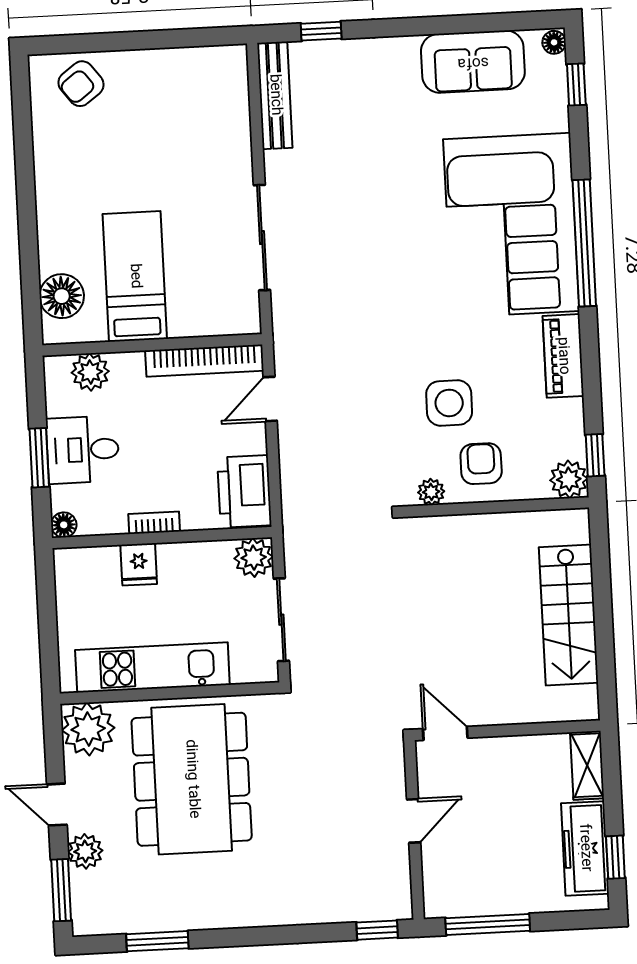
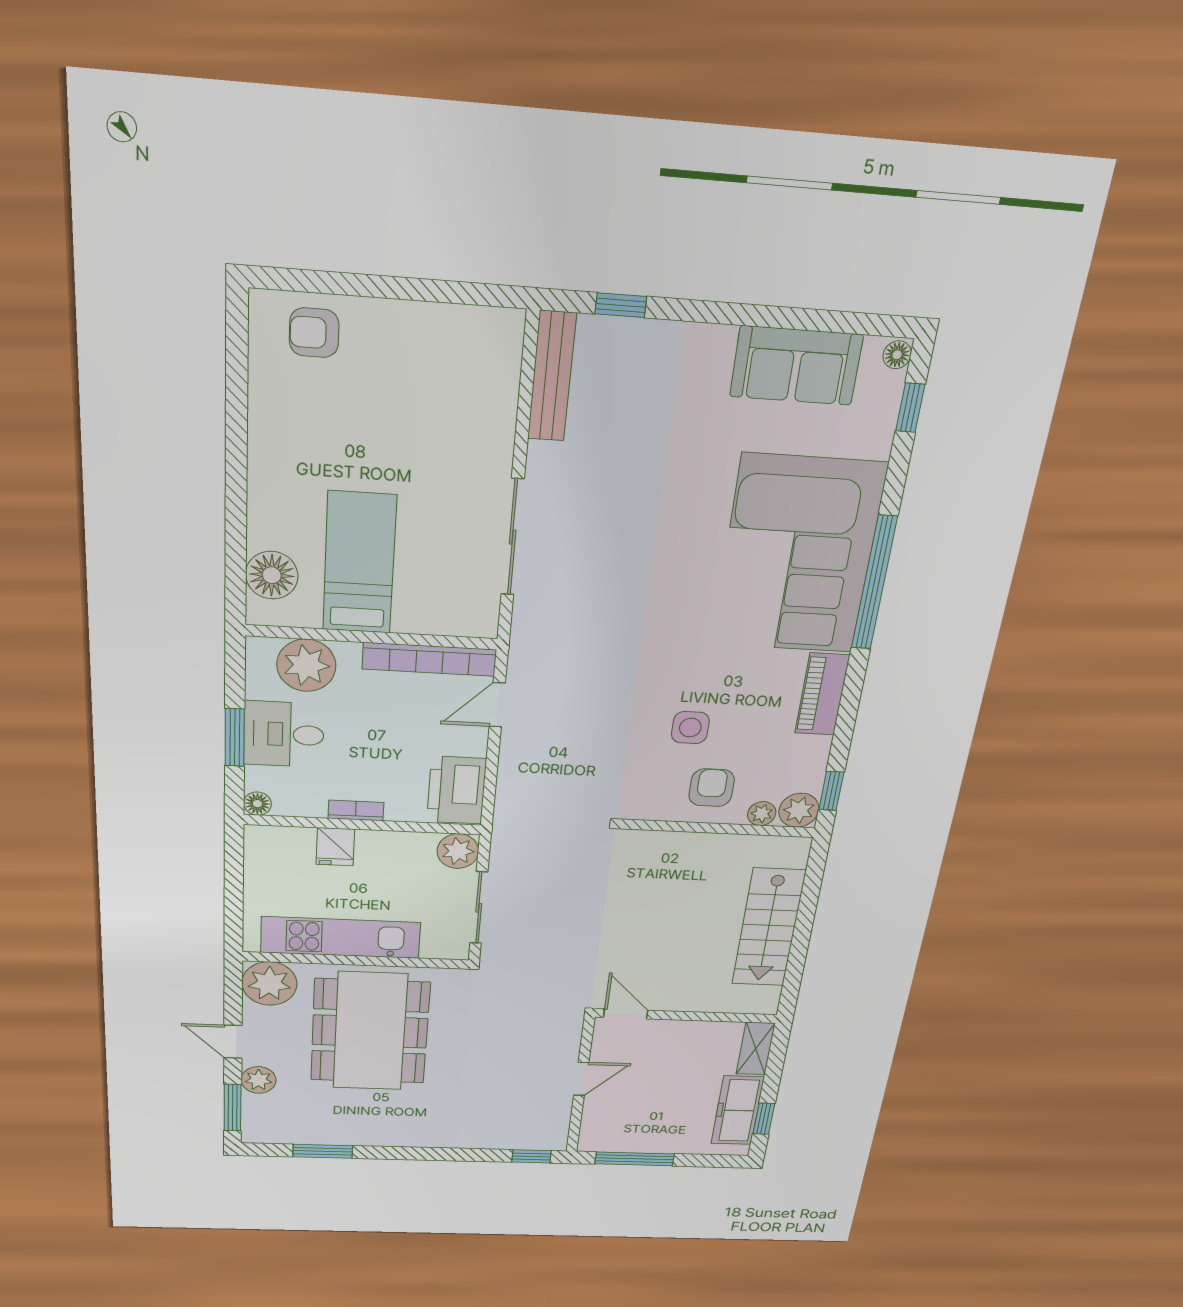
armchair: (81, 84) -> (314, 333), turned 37
plant: (90, 372) -> (306, 665), width x1.36, depth x1.36
side table: (449, 403) -> (690, 728), width x0.73, depth x0.73
plant: (431, 492) -> (762, 814), moved

